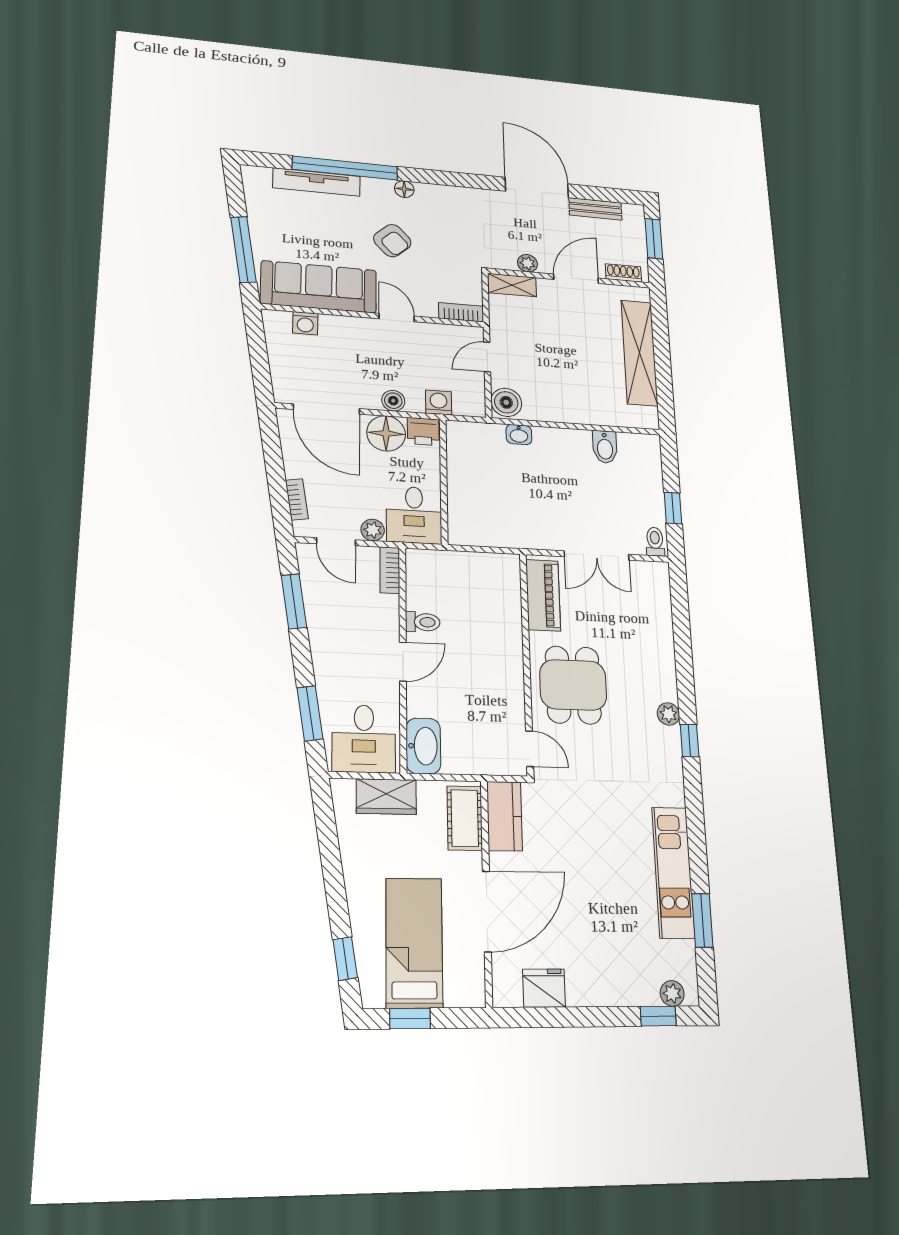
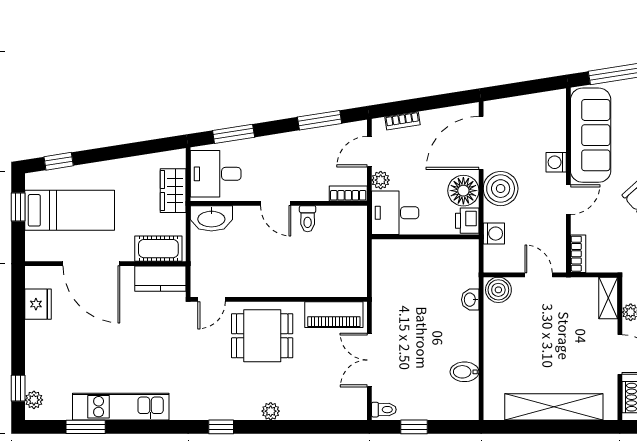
washing machine: (305, 323) -> (556, 162), moved
boiler: (393, 401) -> (501, 189), width x1.86, depth x1.86
plant: (668, 714) -> (271, 411), moved

